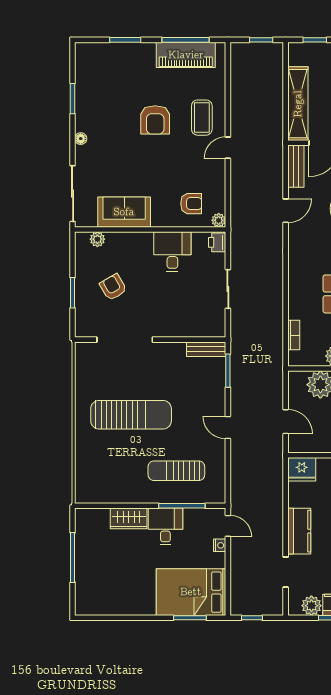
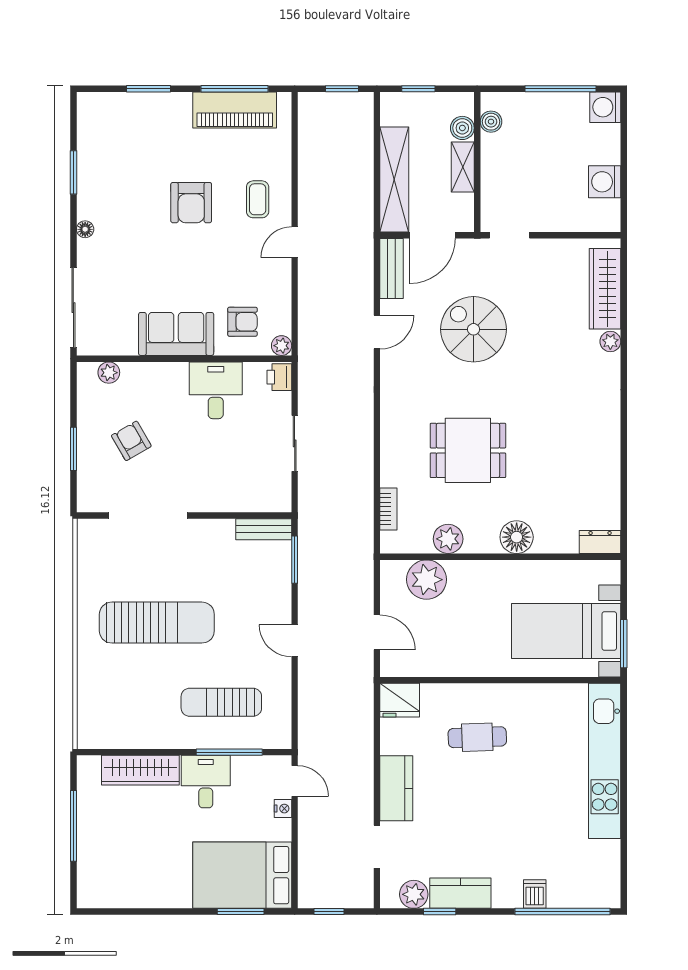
coffee table: (202, 118) -> (258, 199), width x0.73, depth x0.77
sofa: (124, 212) -> (176, 334), moved
wardrobe: (129, 518) -> (140, 770), width x1.50

